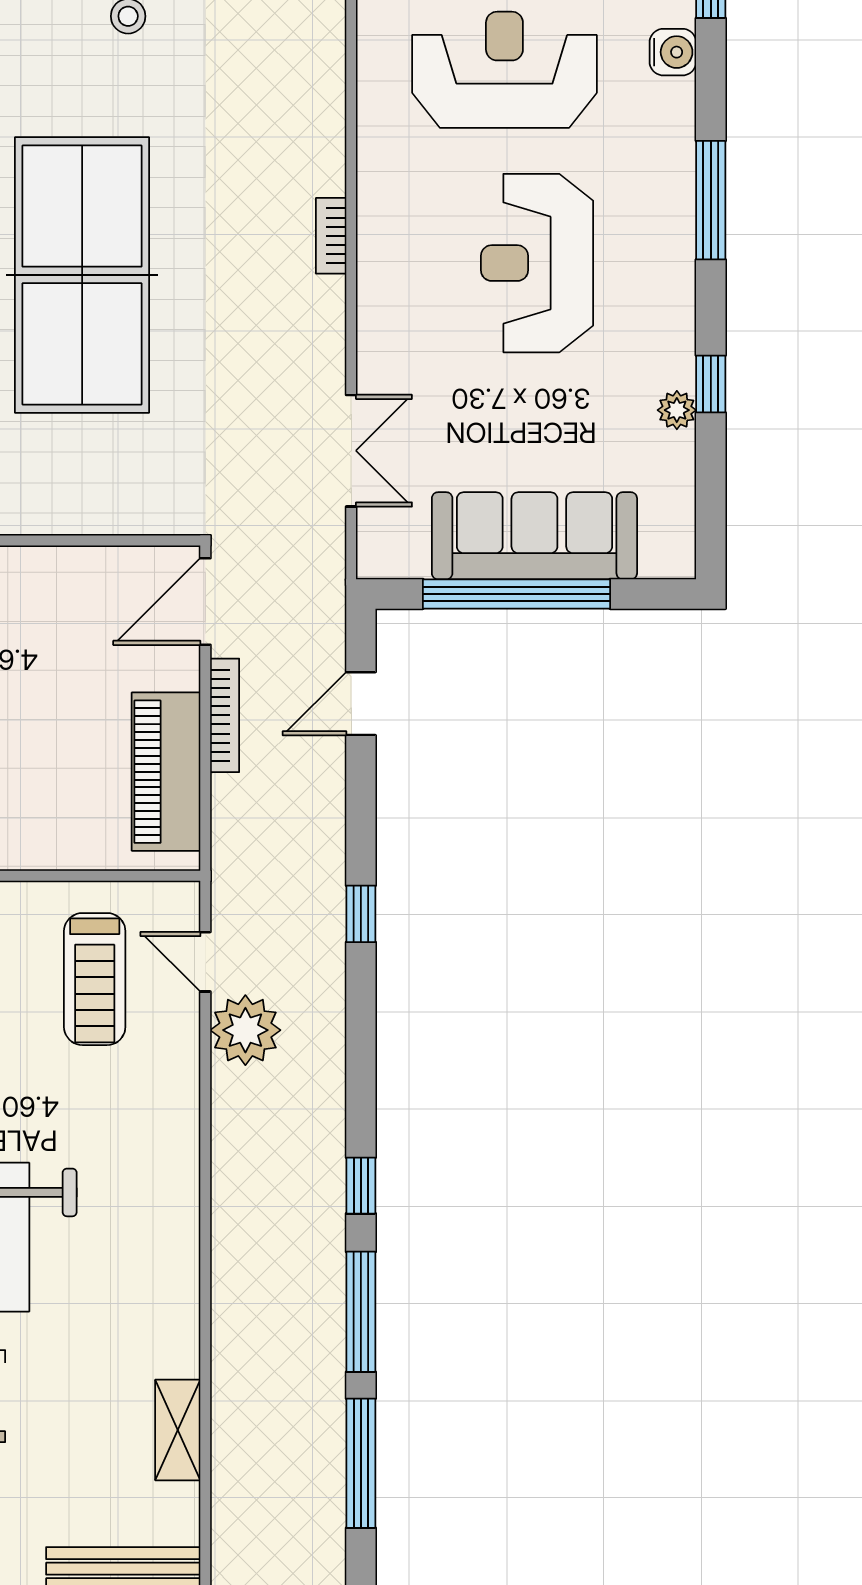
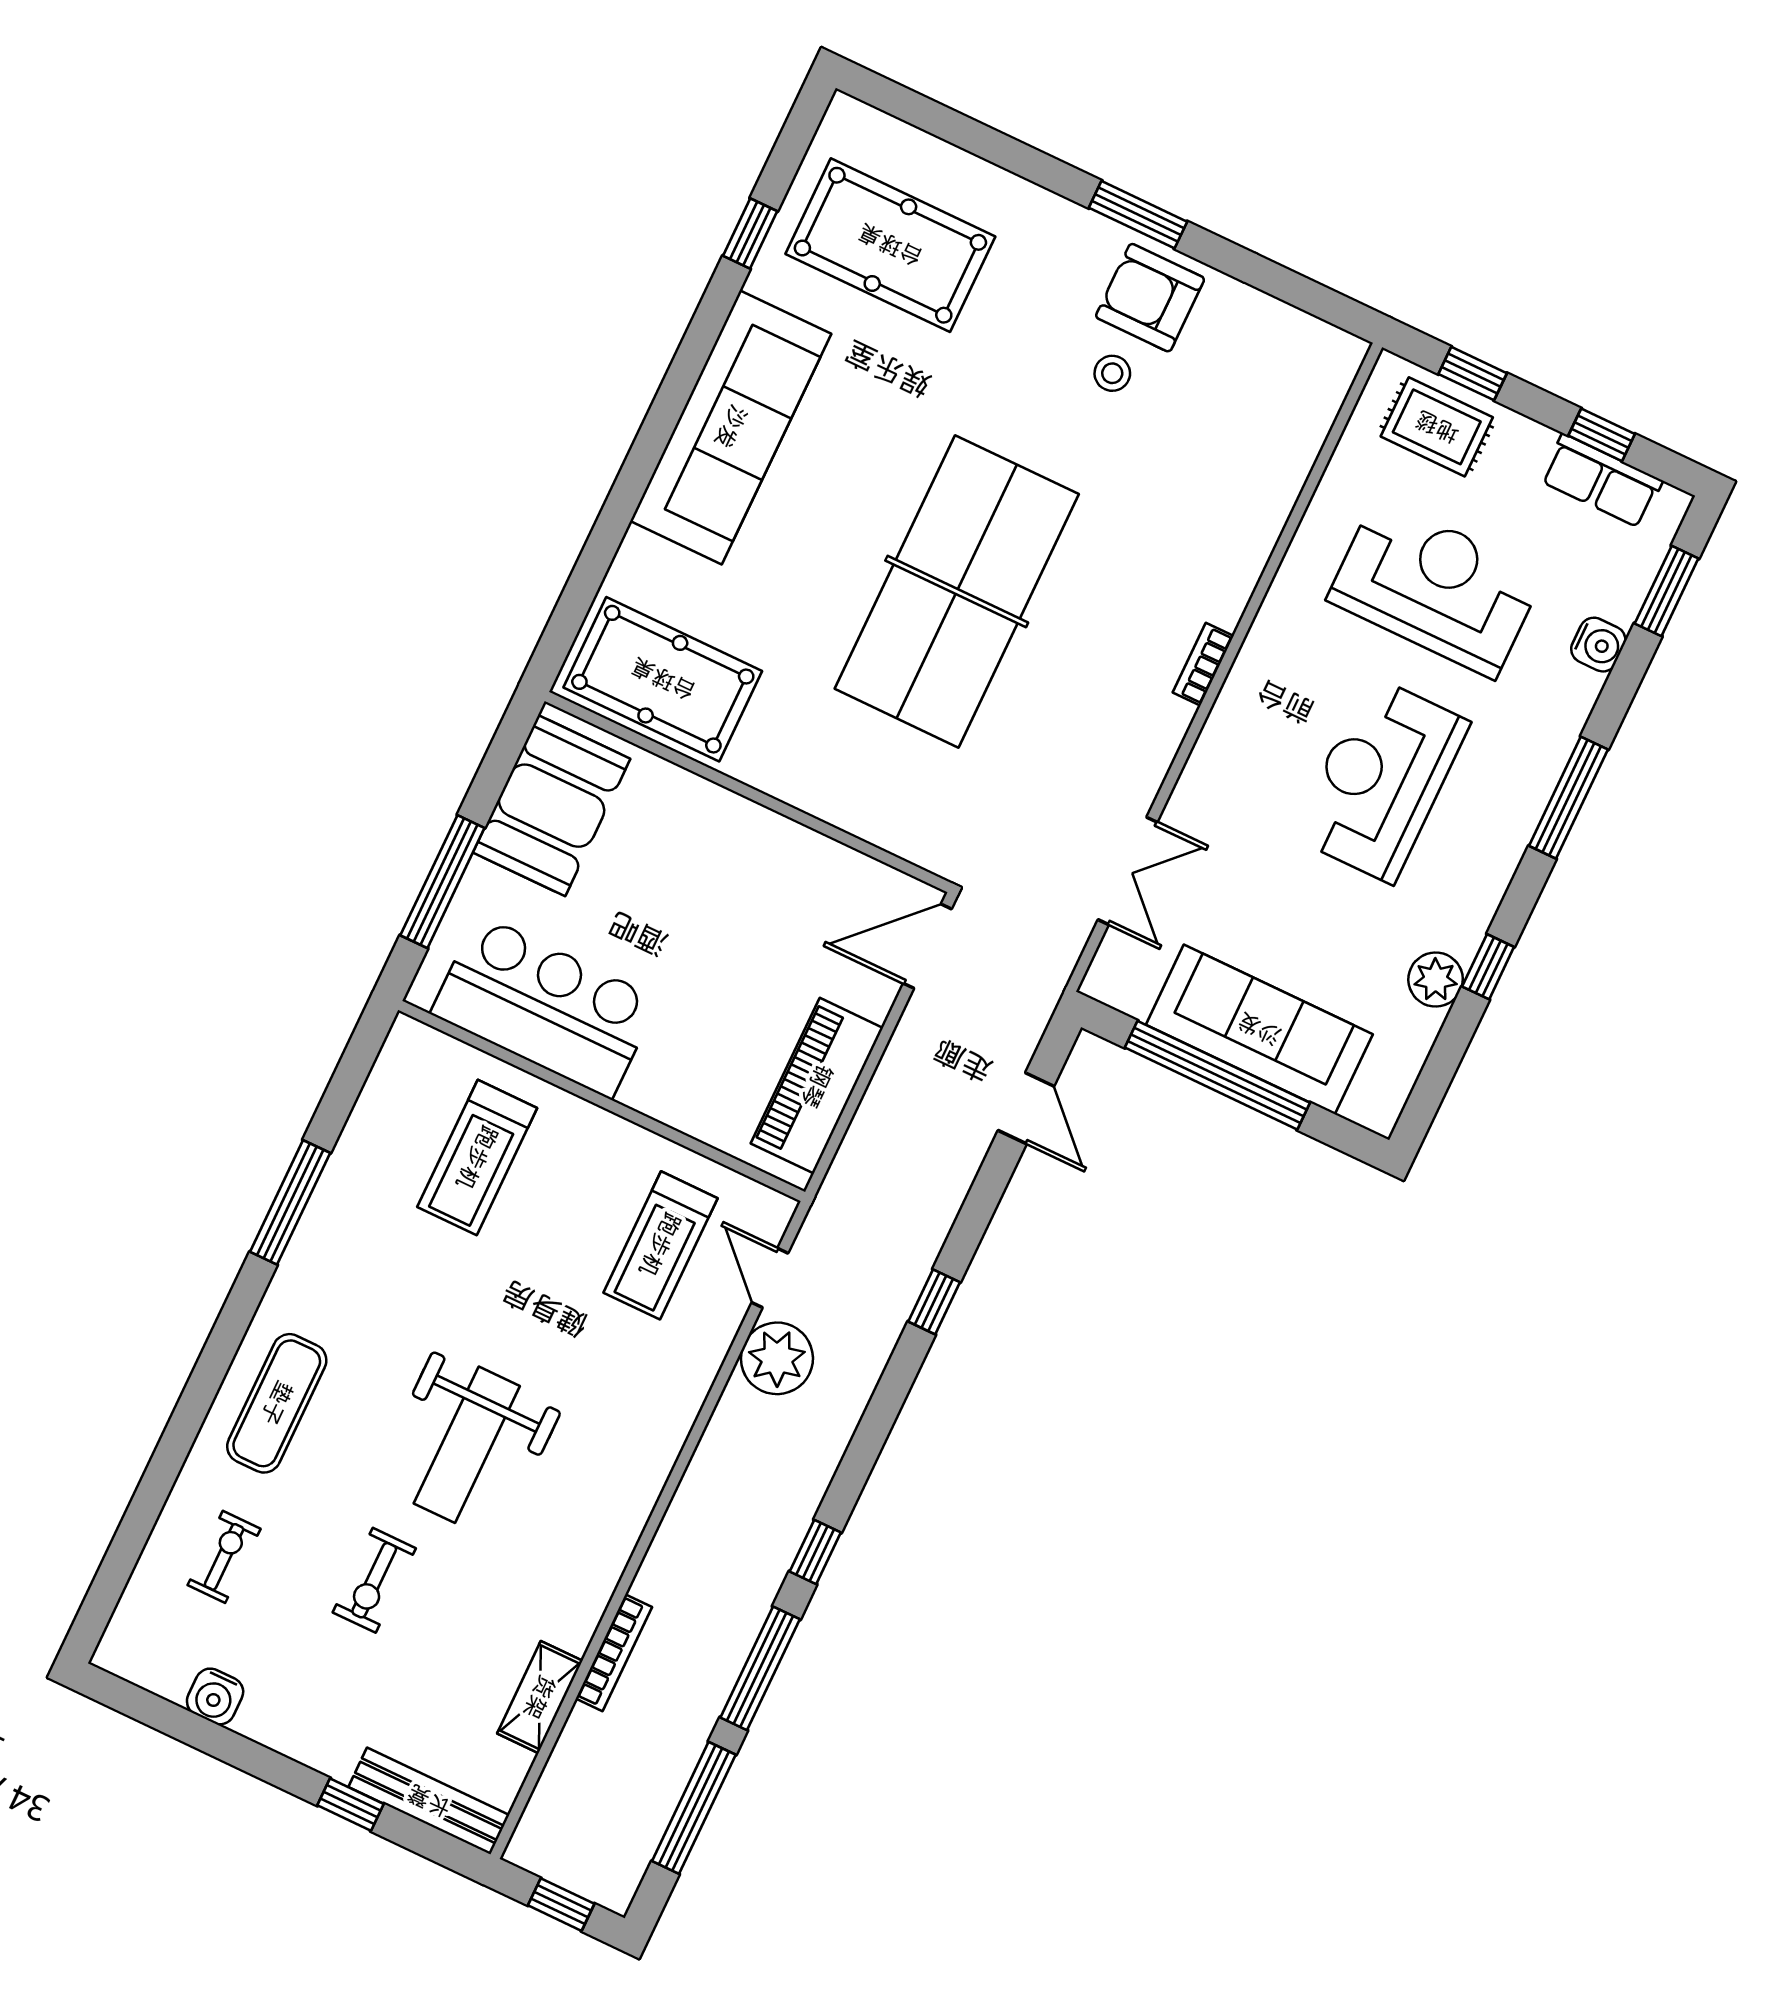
plant: (677, 410) -> (1436, 980), width x1.38, depth x1.38
door: (361, 704) -> (1026, 1108), swing flipped
bookcase: (225, 715) -> (614, 1653), moved

